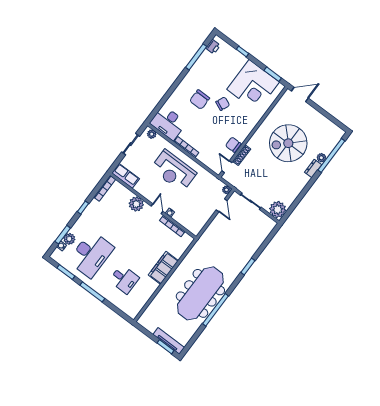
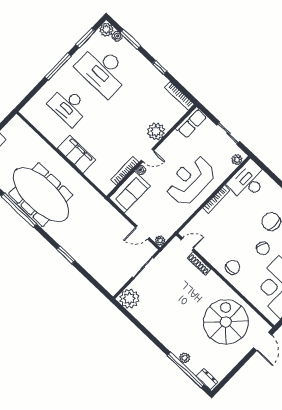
spiral stairs: (288, 143) -> (226, 322), moved
chair: (233, 145) -> (233, 267), moved
dresser: (313, 168) -> (207, 379), moved
sofa: (189, 220) -> (129, 192), added
plant: (69, 239) -> (107, 30), moved
desk: (124, 279) -> (69, 106), width x1.37

